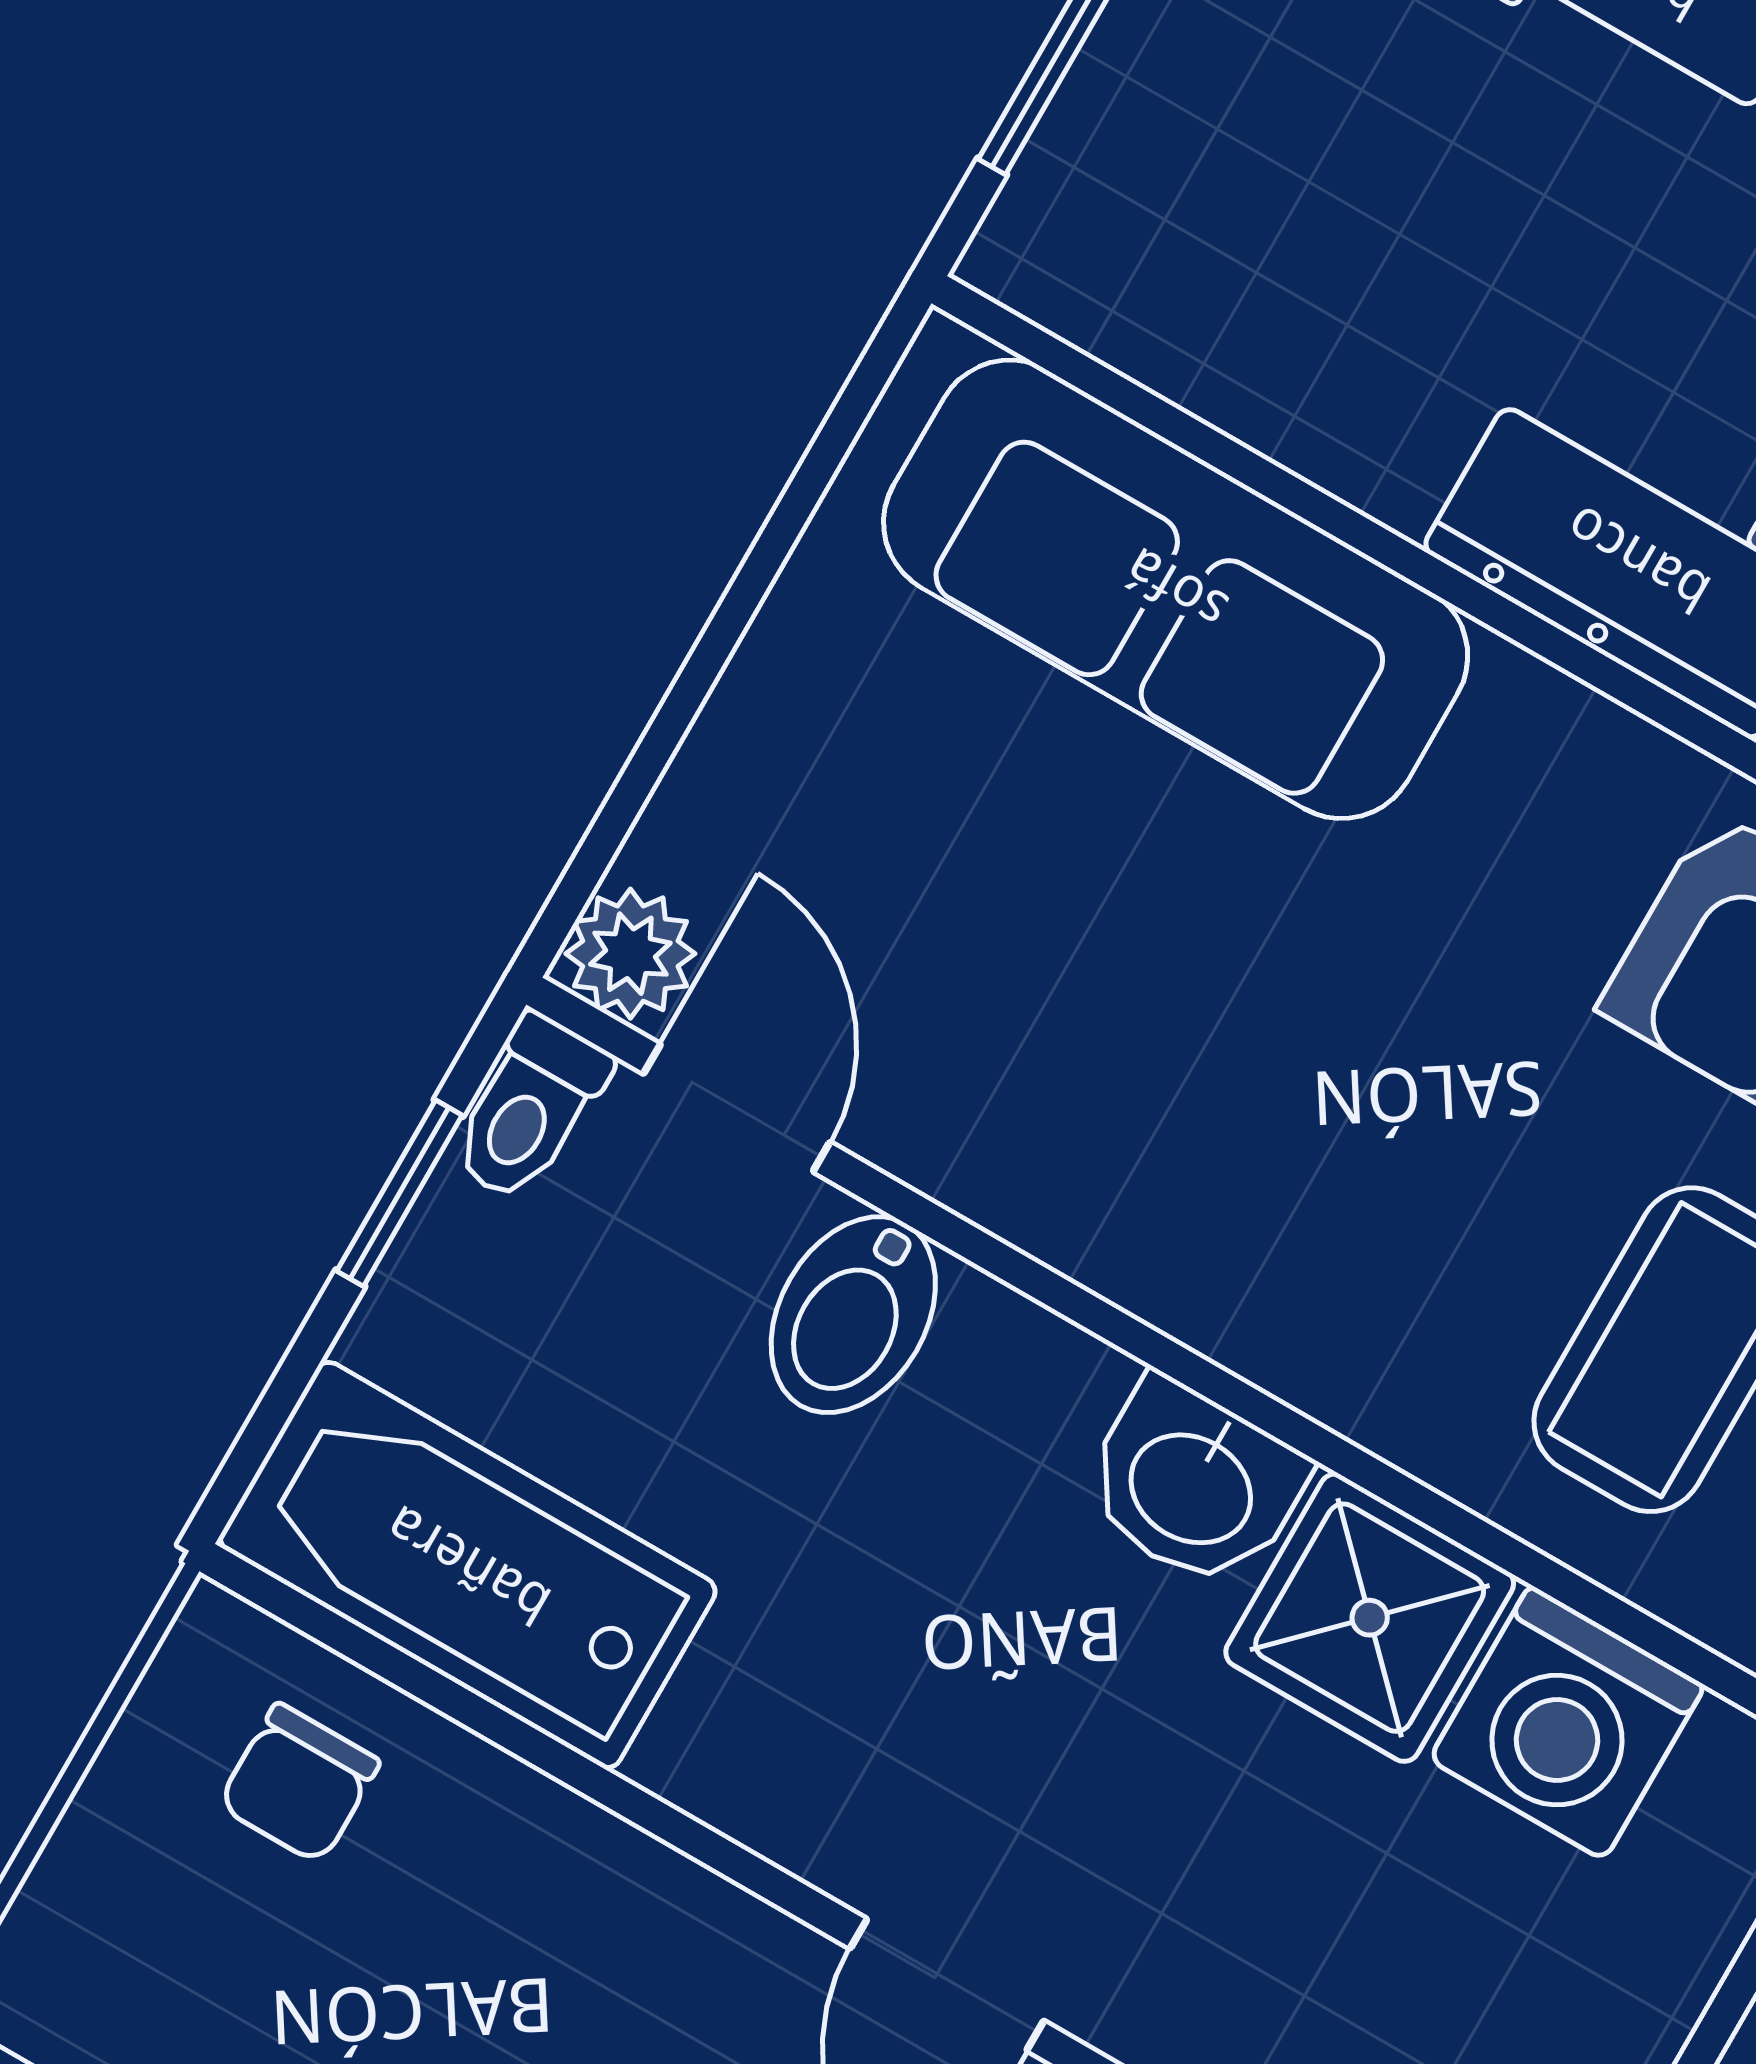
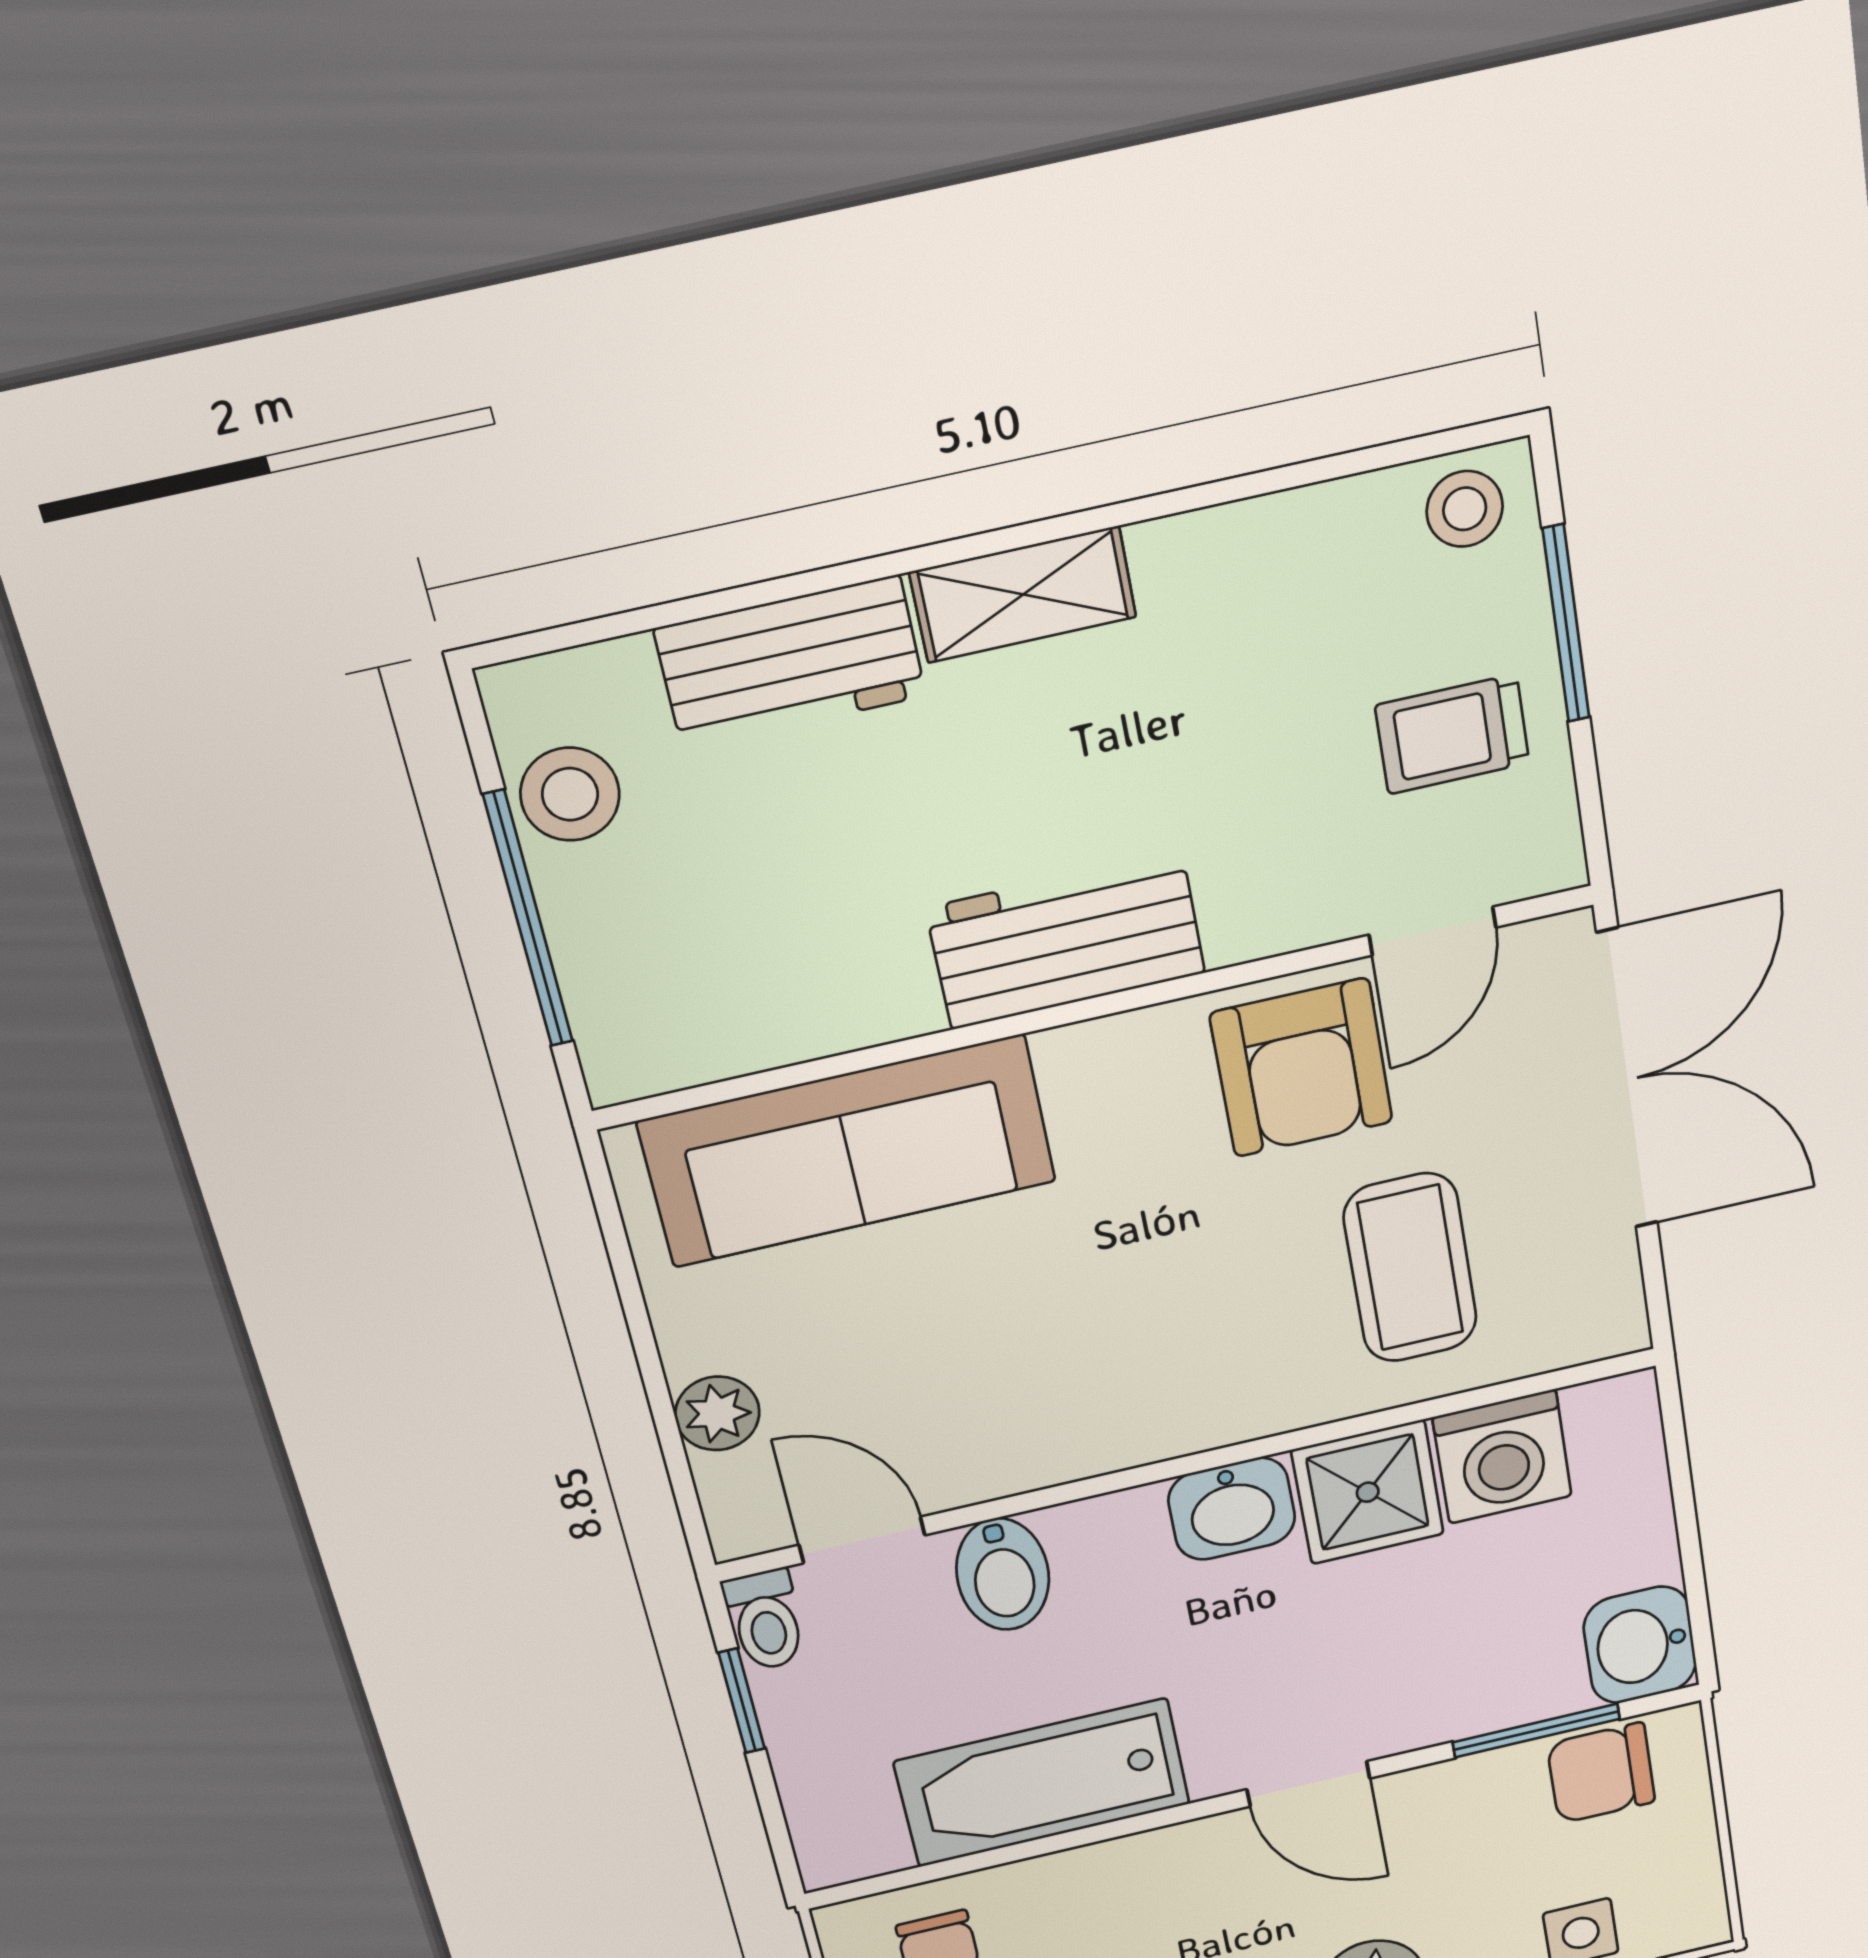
plant: (630, 954) -> (717, 1413), moved
bathtub: (468, 1565) -> (1042, 1783), moved

